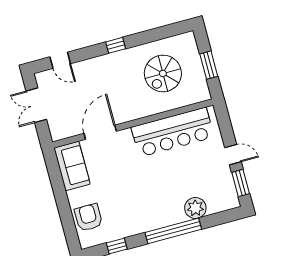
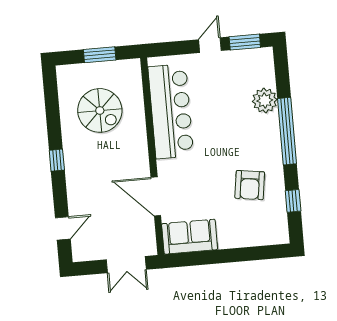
double door: (36, 105) -> (126, 265), moved
armchair: (88, 217) -> (250, 185), moved, turned -82

